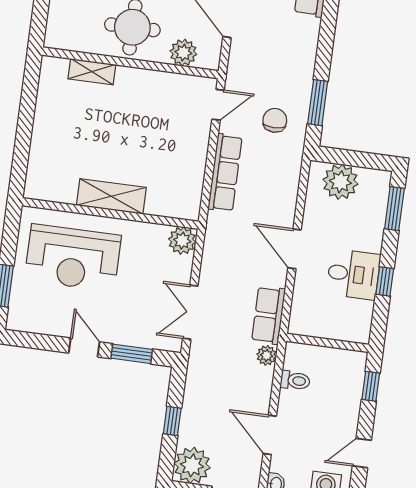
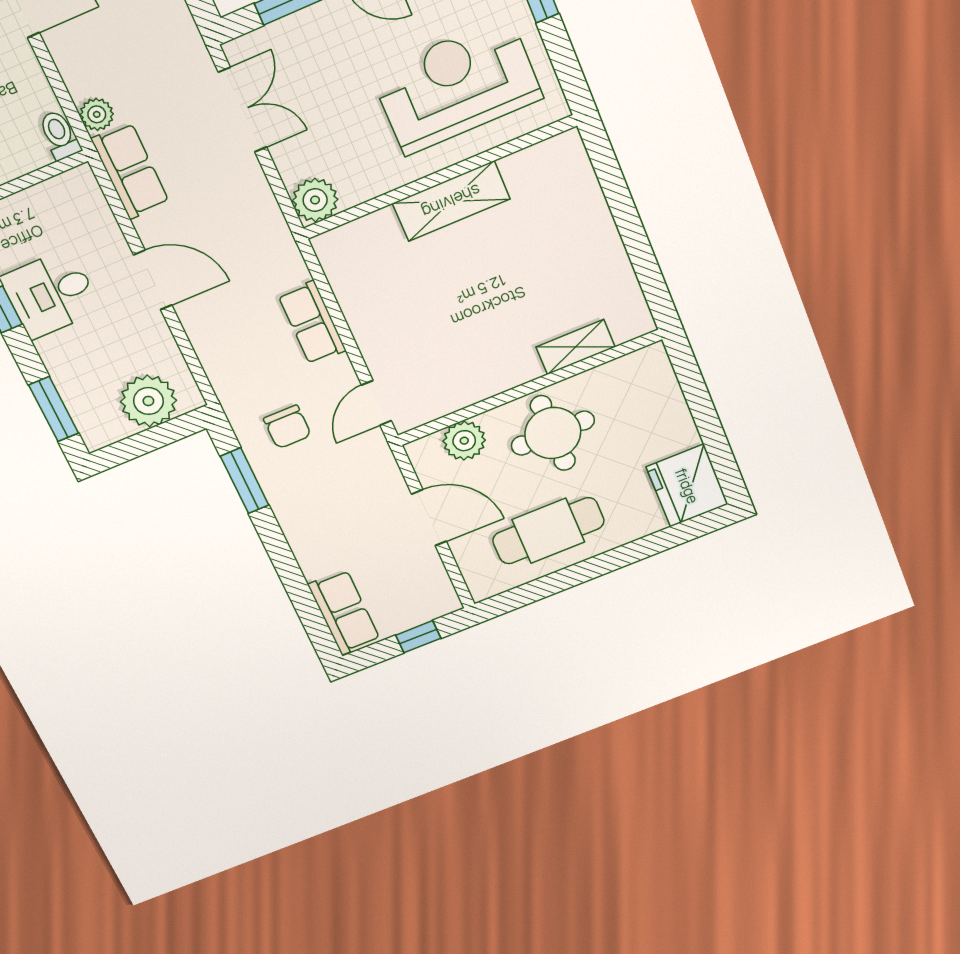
row of seats: (225, 173) -> (312, 323), width x0.68
toilet: (295, 381) -> (60, 135), moved, turned 90

